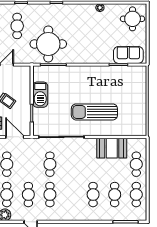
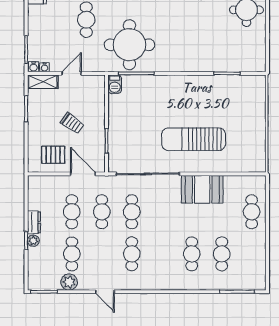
sofa: (128, 55) -> (241, 60), removed
barbecue: (40, 95) -> (115, 84), moved, width x0.53, depth x0.65
booth: (112, 148) -> (202, 189), moved
cafe table: (28, 195) -> (102, 212), moved
cafe table: (136, 195) -> (252, 254), removed

